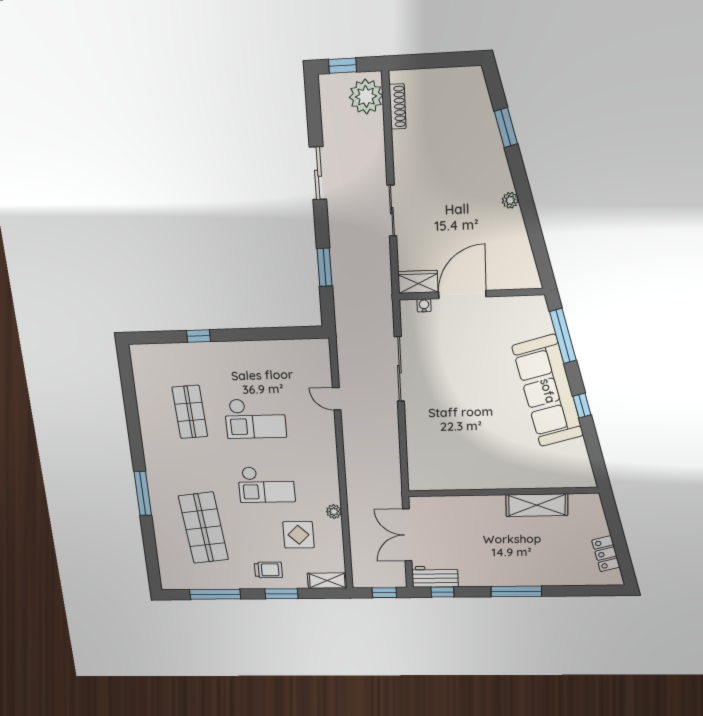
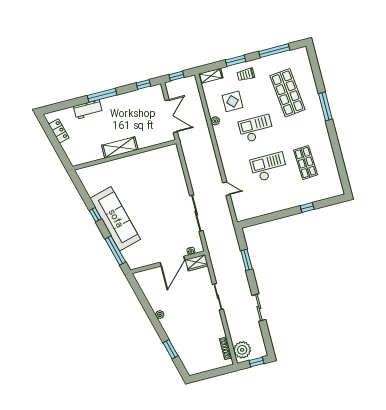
shelving: (537, 505) -> (120, 147), moved
workbench: (435, 577) -> (88, 109), moved

